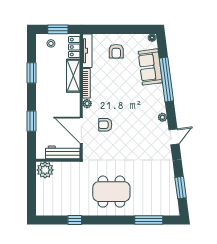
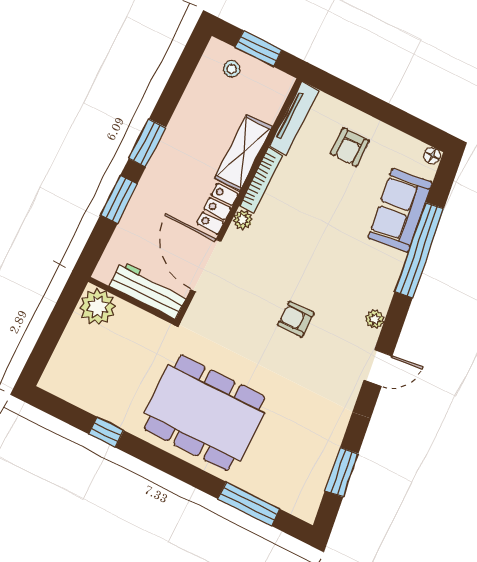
locker: (74, 47) -> (218, 209), moved
window: (32, 73) -> (147, 143), moved
armchair: (105, 125) -> (296, 319), moved
dining table: (111, 192) -> (204, 413), width x1.36, depth x1.24

